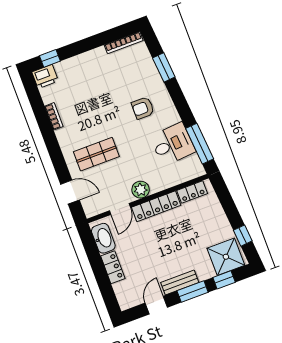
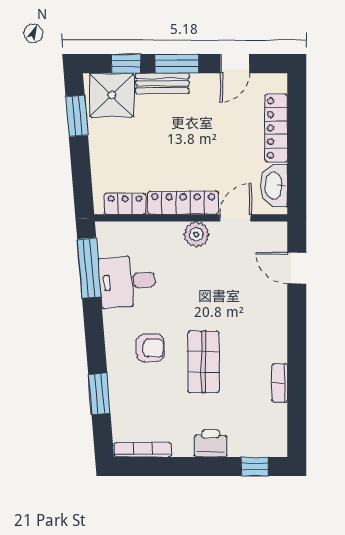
printer: (45, 77) -> (211, 443), moved
shop shelf: (96, 154) -> (204, 362), moved, turned 90
window: (243, 236) -> (77, 116), width x1.50
locker: (113, 267) -> (276, 128), width x1.53
bench: (180, 282) -> (162, 83), moved

